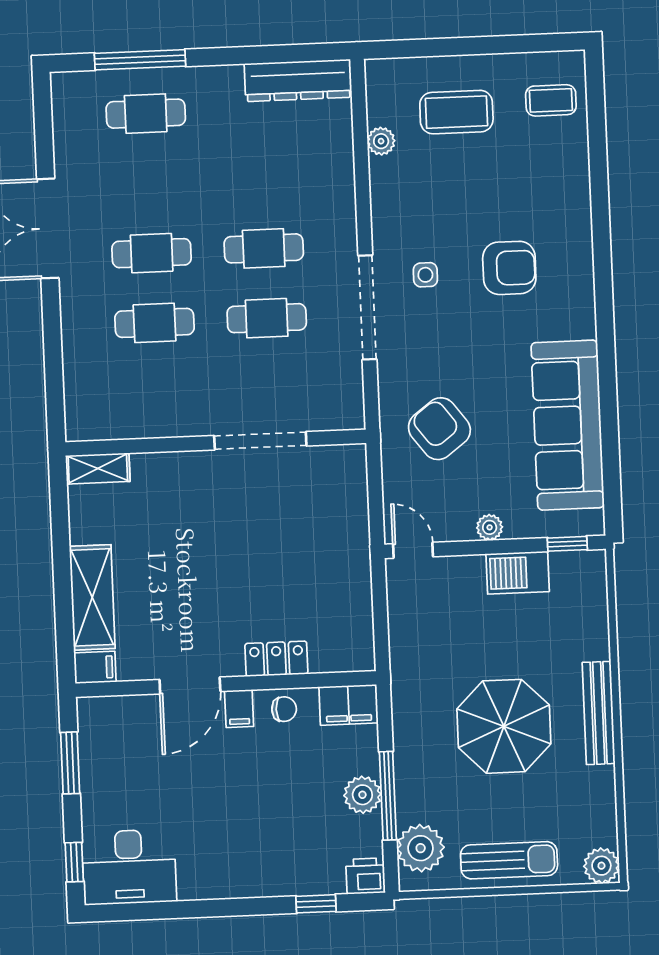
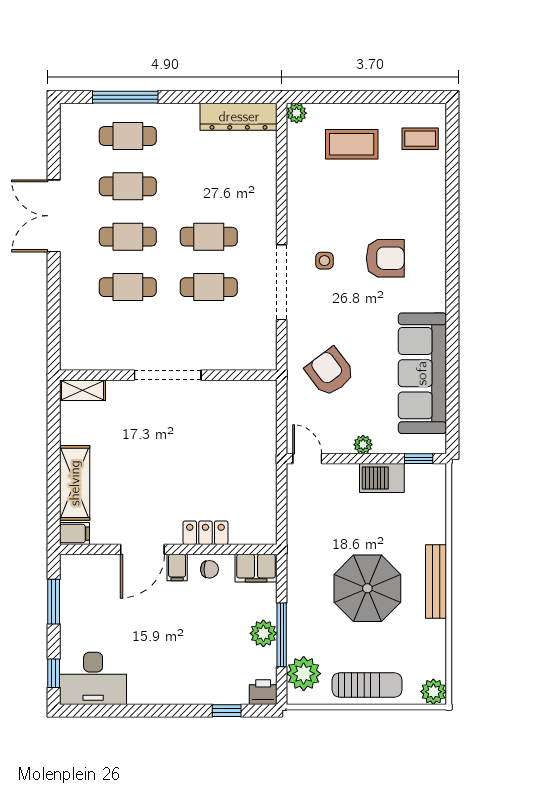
plant: (381, 141) -> (297, 113), moved
cafe table: (149, 183) -> (128, 186), added
doorway: (260, 441) -> (168, 375), moved

